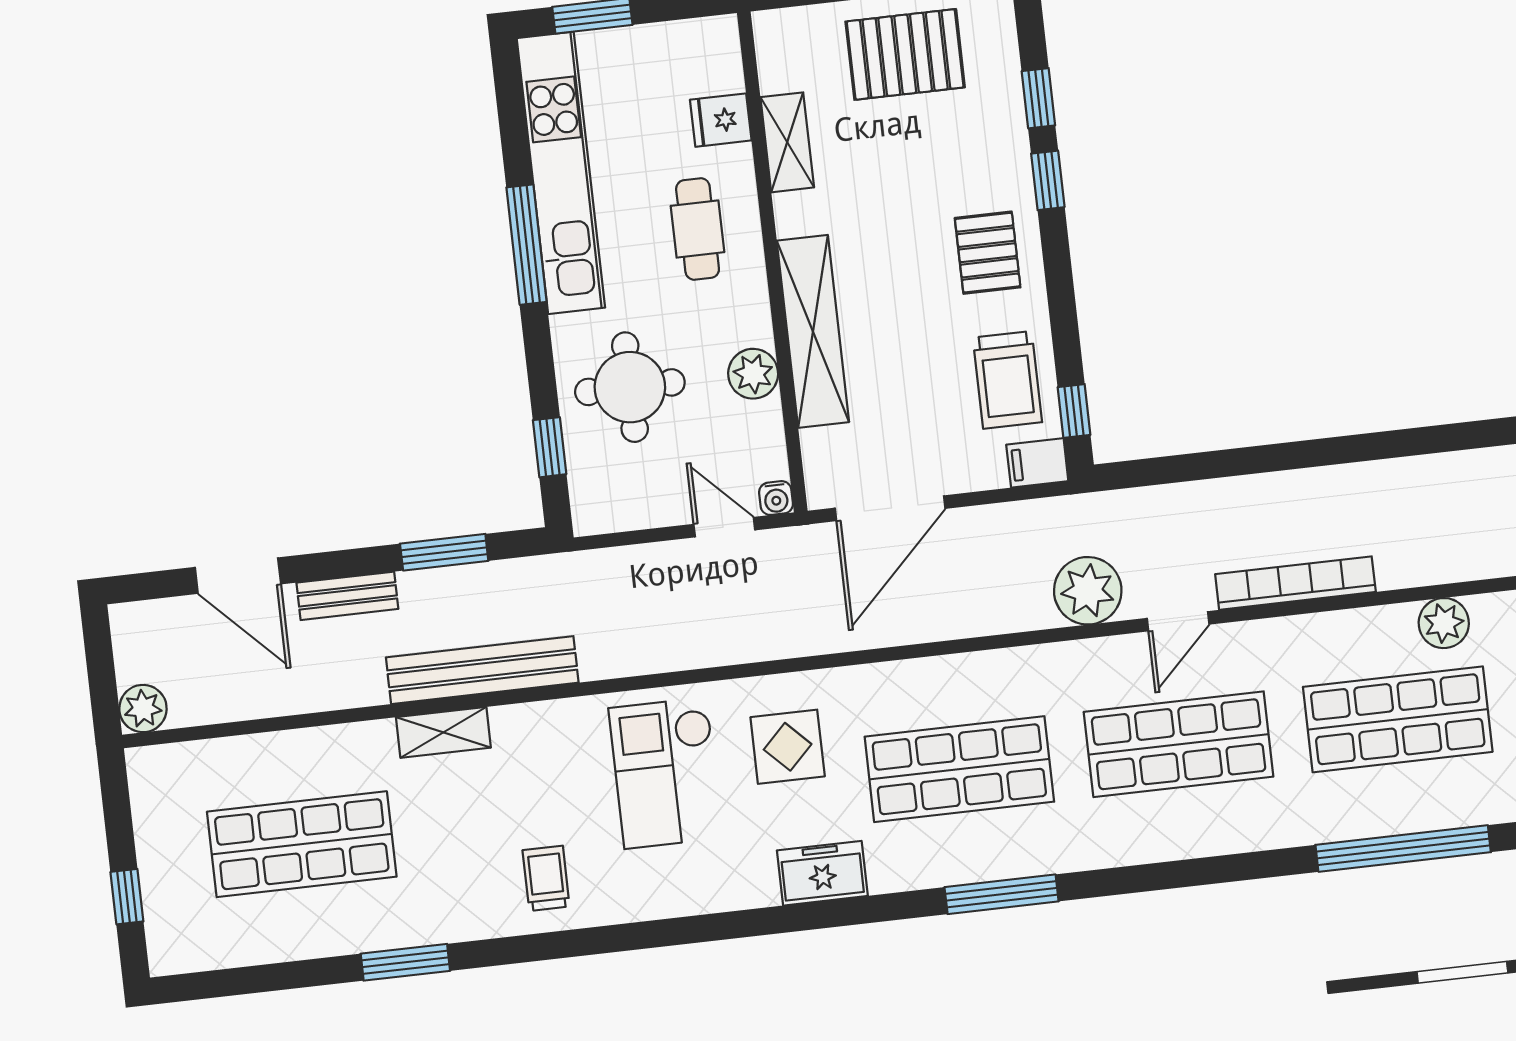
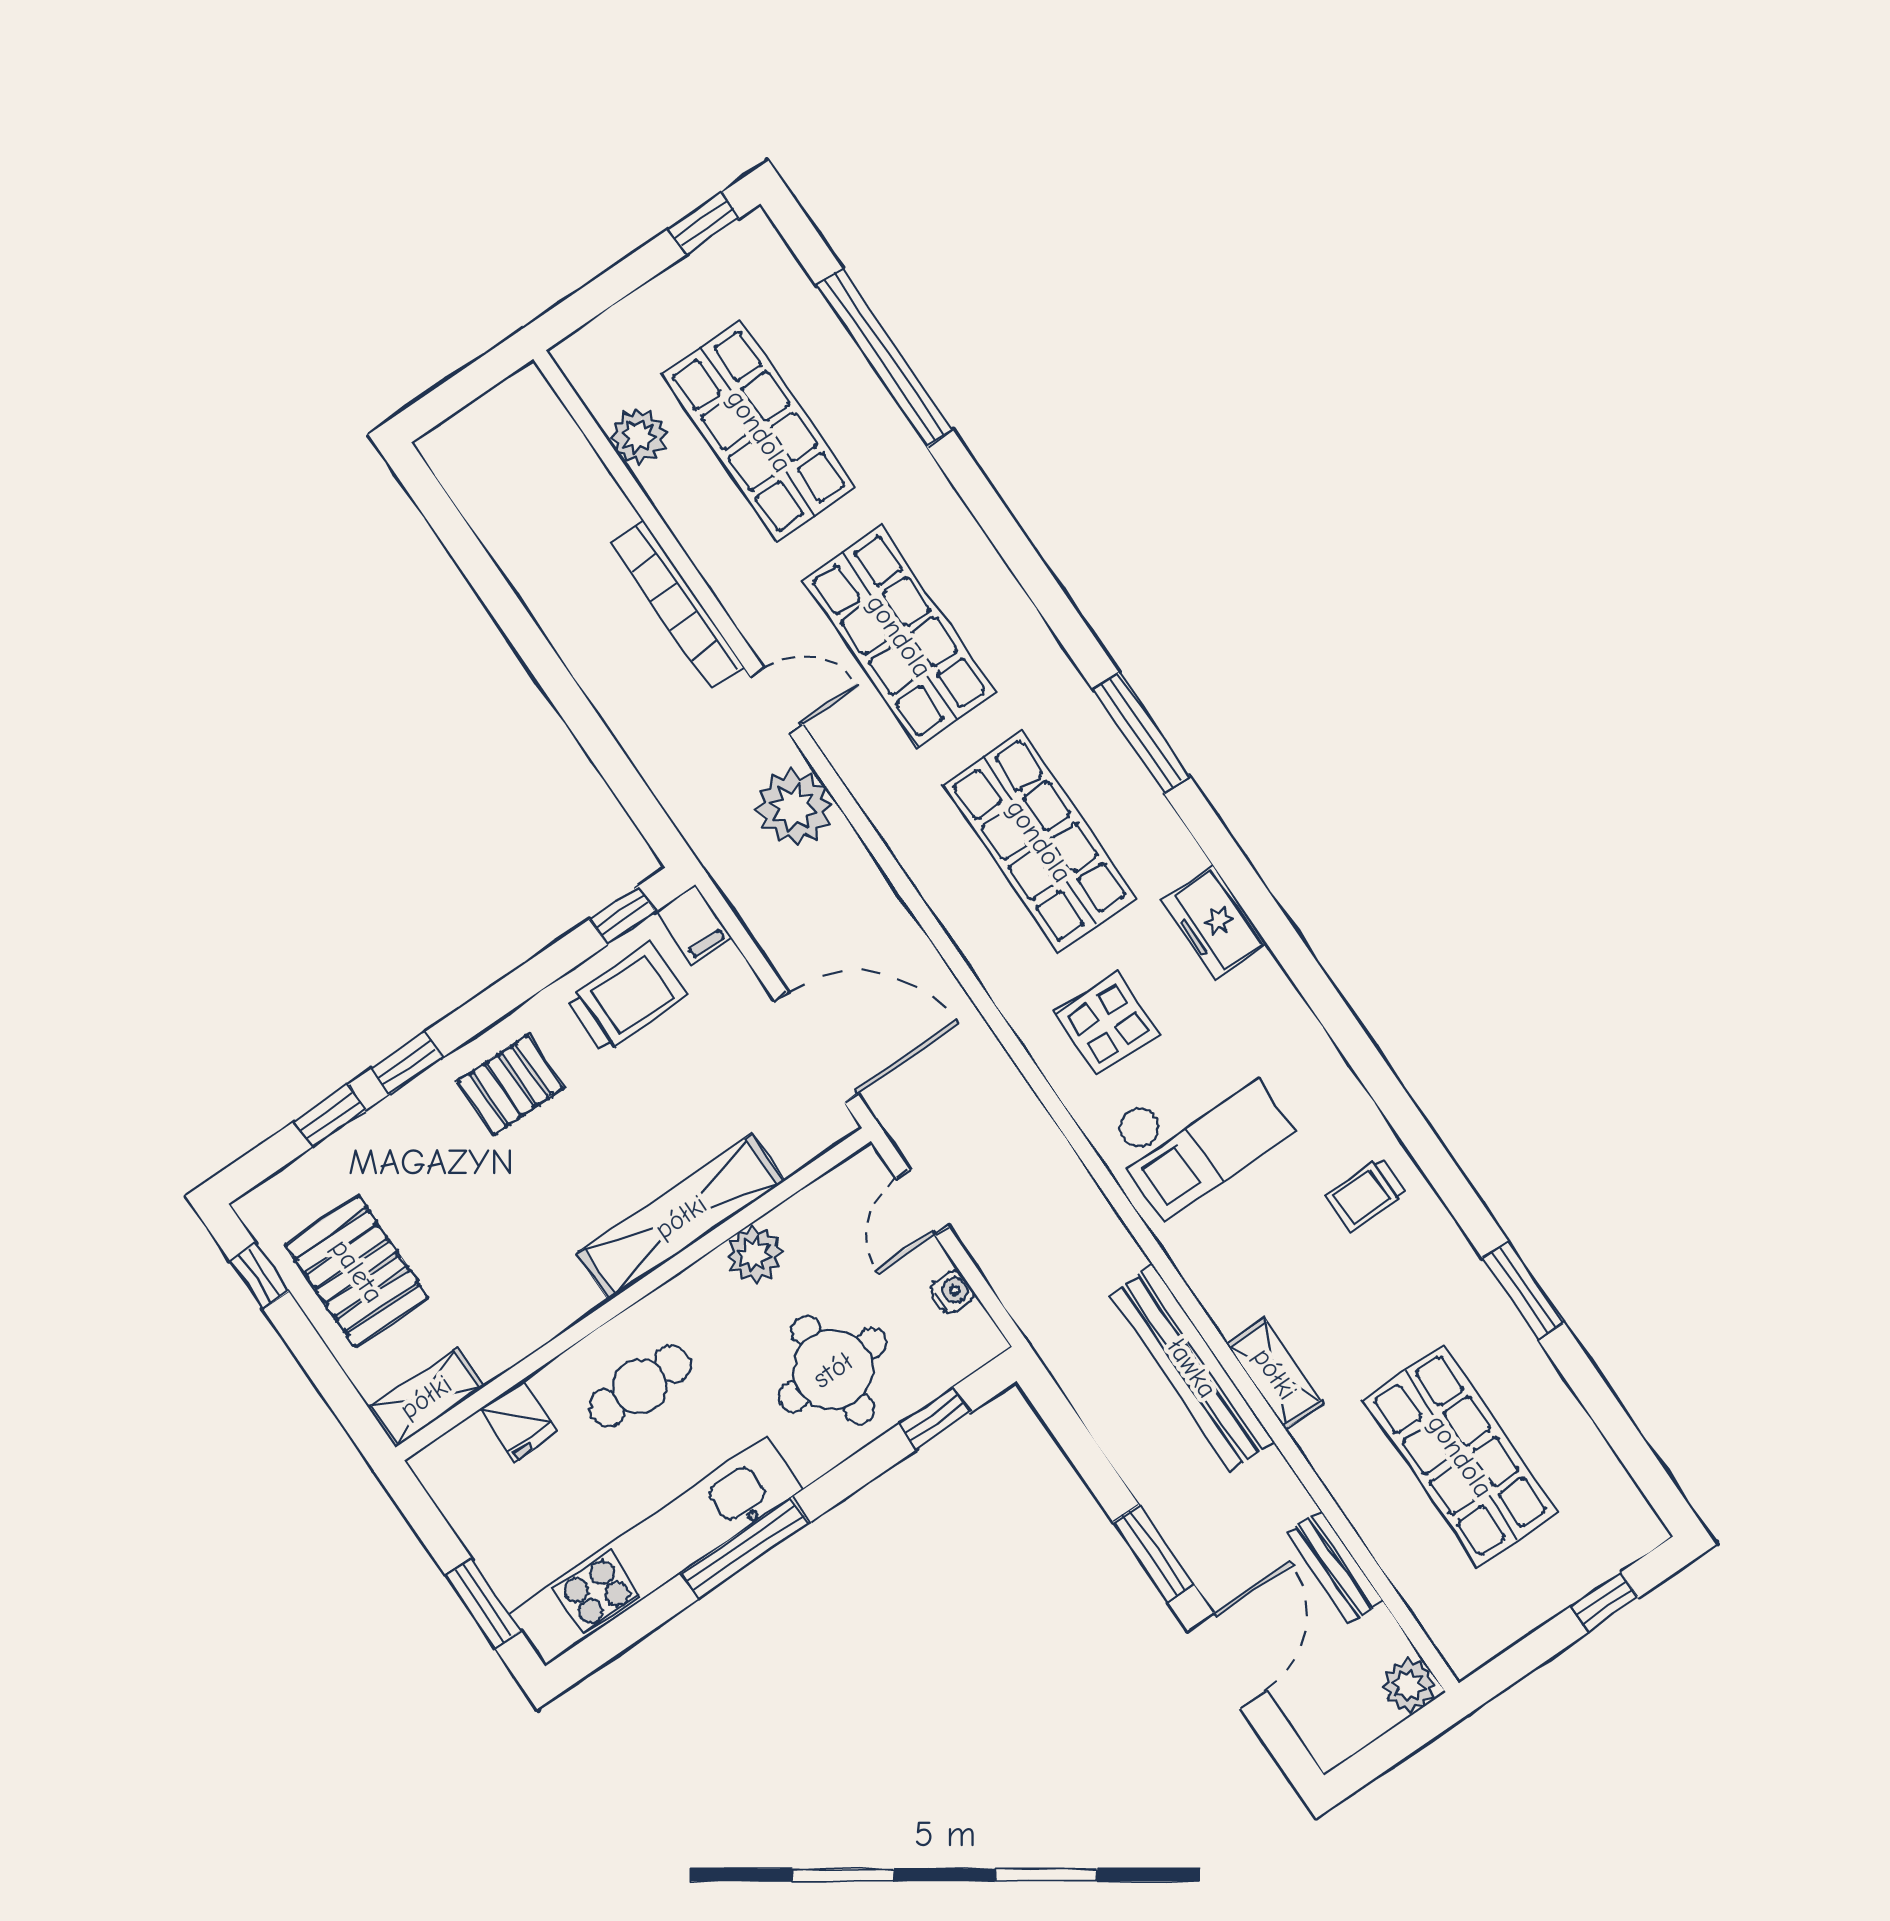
shelving: (787, 142) -> (426, 1397), moved
water cooler: (776, 498) -> (952, 1292), moved
window: (444, 552) -> (1153, 1553), moved
bench: (347, 596) -> (1335, 1567), moved

